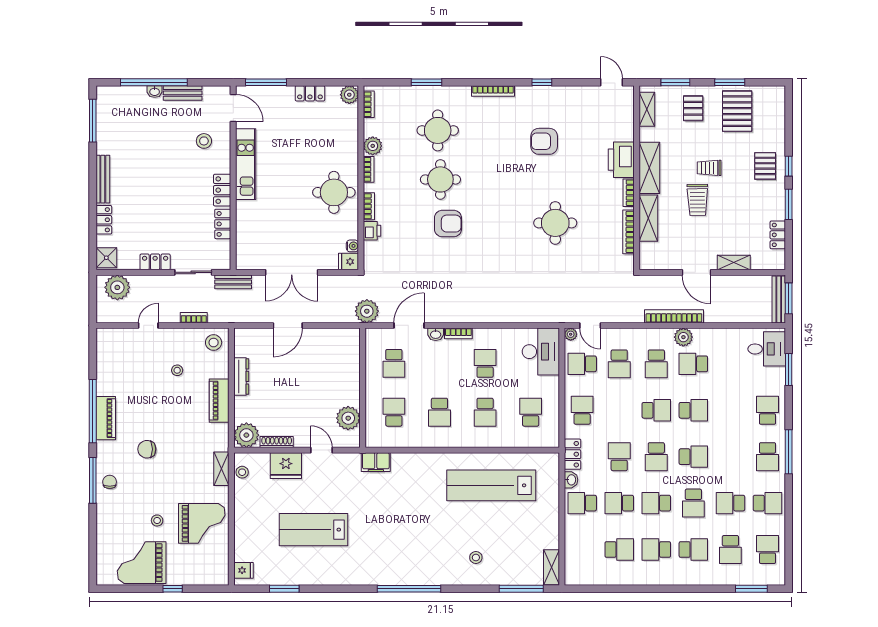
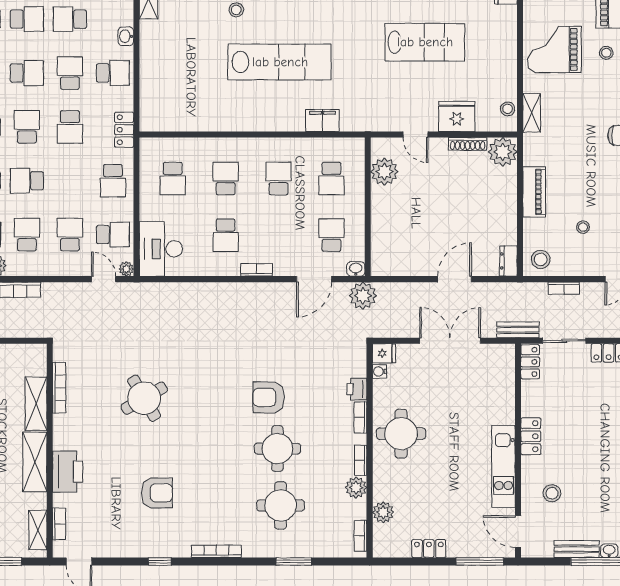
plant: (349, 95) -> (383, 512), moved
bookcase: (629, 193) -> (59, 524), moved
round table: (555, 223) -> (144, 398), turned -30
locker: (223, 224) -> (530, 362), moved
washbasin: (436, 334) -> (356, 269), moved
dresser: (241, 376) -> (508, 261), moved, width x0.70
filing cabinet: (376, 462) -> (322, 121), moved
washbasin: (571, 480) -> (126, 36), moved
lab bench: (491, 485) -> (280, 62), moved
school desk: (619, 503) -> (70, 73), turned -90

